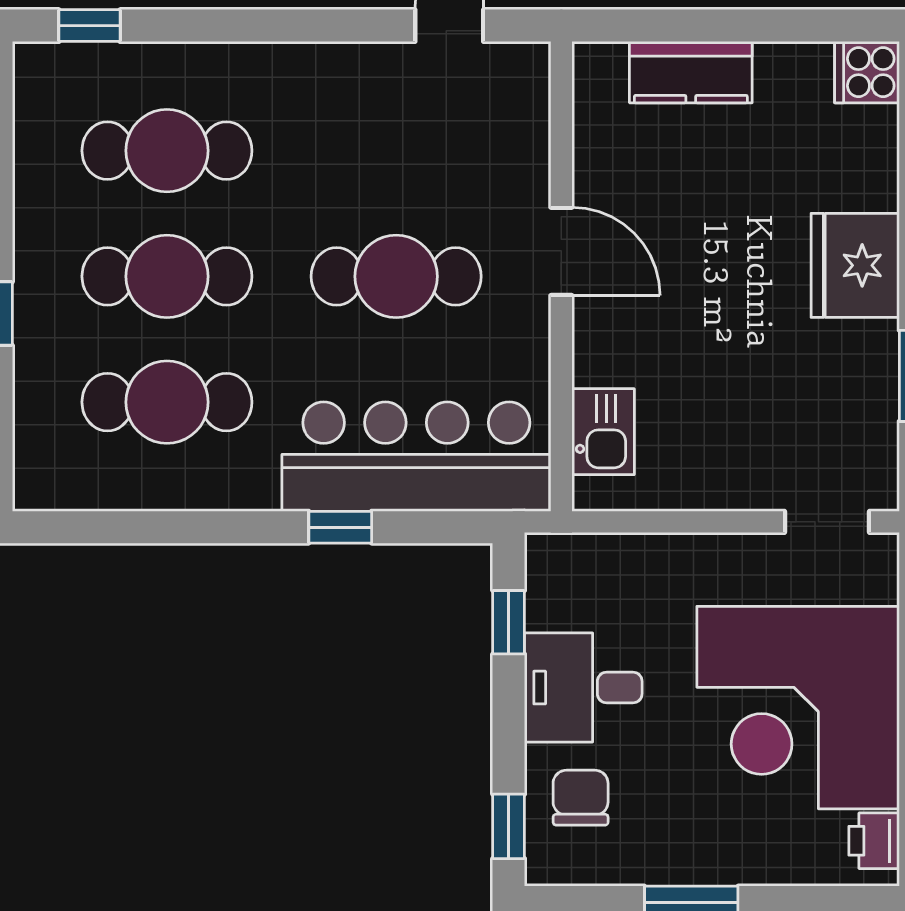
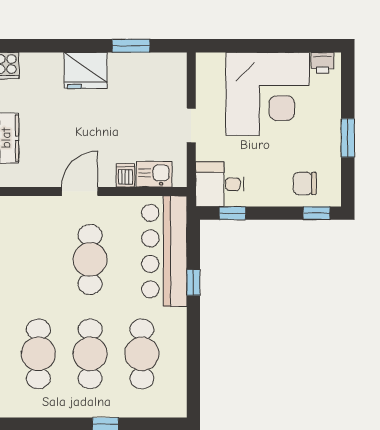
dishwasher: (601, 362) -> (125, 175), added
doorway: (827, 522) -> (191, 125), moved
desk: (583, 688) -> (220, 184), moved, turned 90

